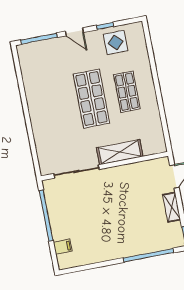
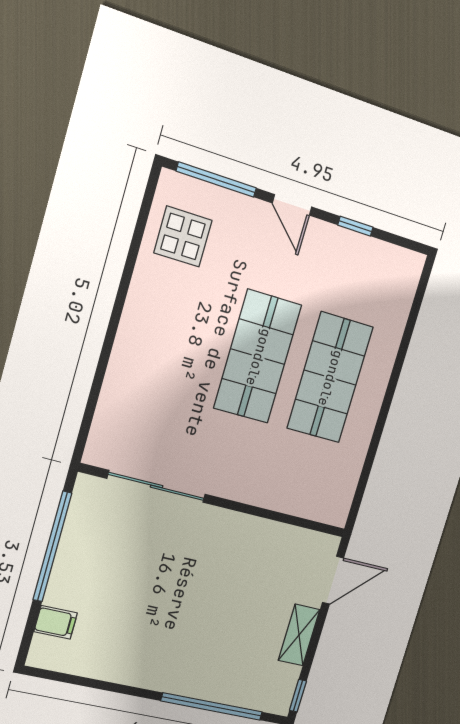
display table: (116, 42) -> (183, 237), moved
shop shelf: (127, 92) -> (330, 378), width x1.43, depth x1.36
shelving: (120, 152) -> (258, 488), removed

